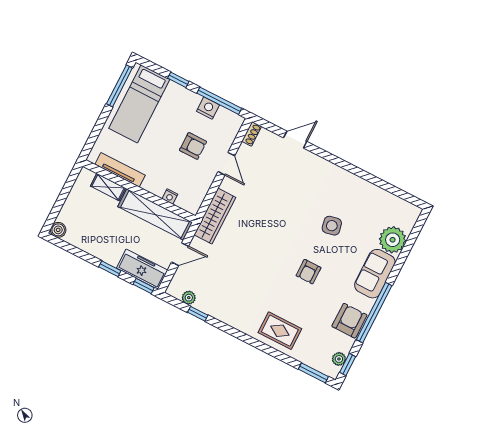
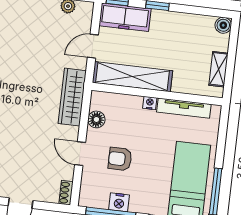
shelving: (108, 187) -> (219, 69), moved, turned 90
floor lamp: (201, 188) -> (96, 119), added
nightstand: (170, 196) -> (150, 103), moved

